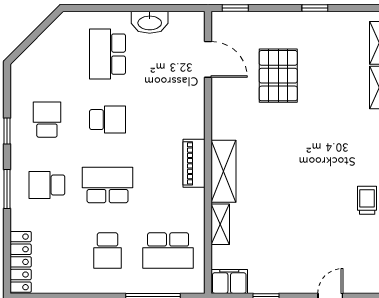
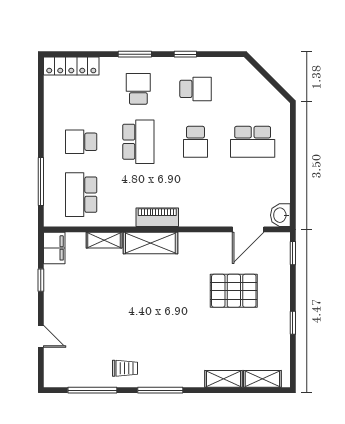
washbasin: (150, 22) -> (280, 215), moved, width x0.72
school desk: (107, 54) -> (253, 142), turned 180

